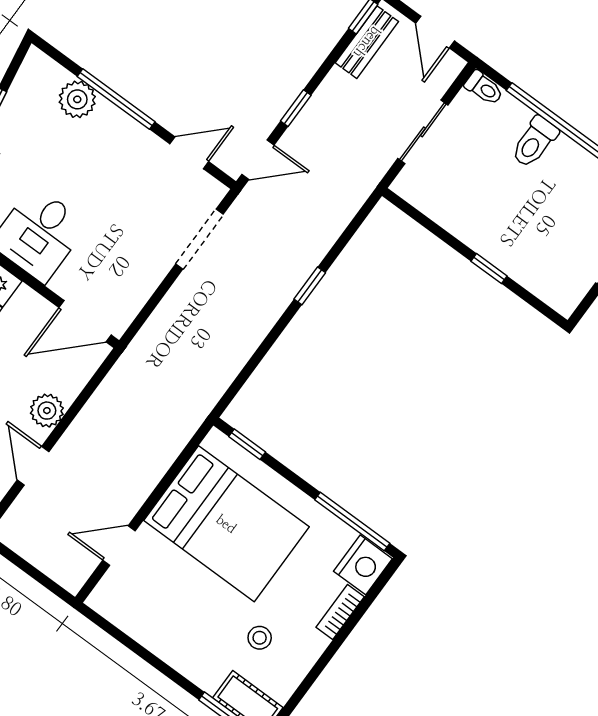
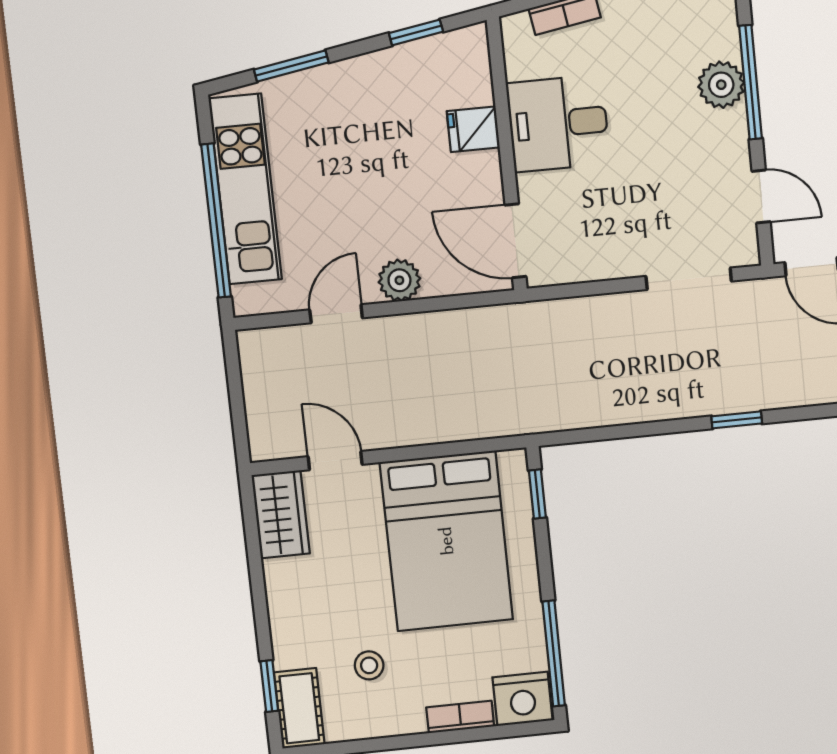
plant: (77, 99) -> (721, 85), moved
wardrobe: (122, 607) -> (281, 514), added

